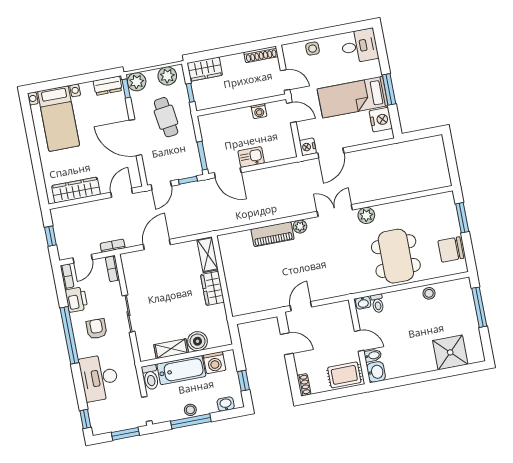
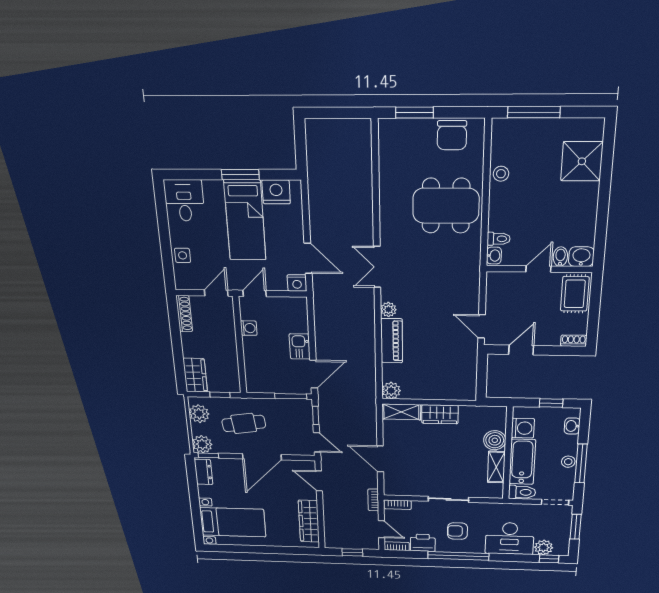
plant: (366, 215) -> (391, 391), moved
plant: (97, 411) -> (544, 547), added

